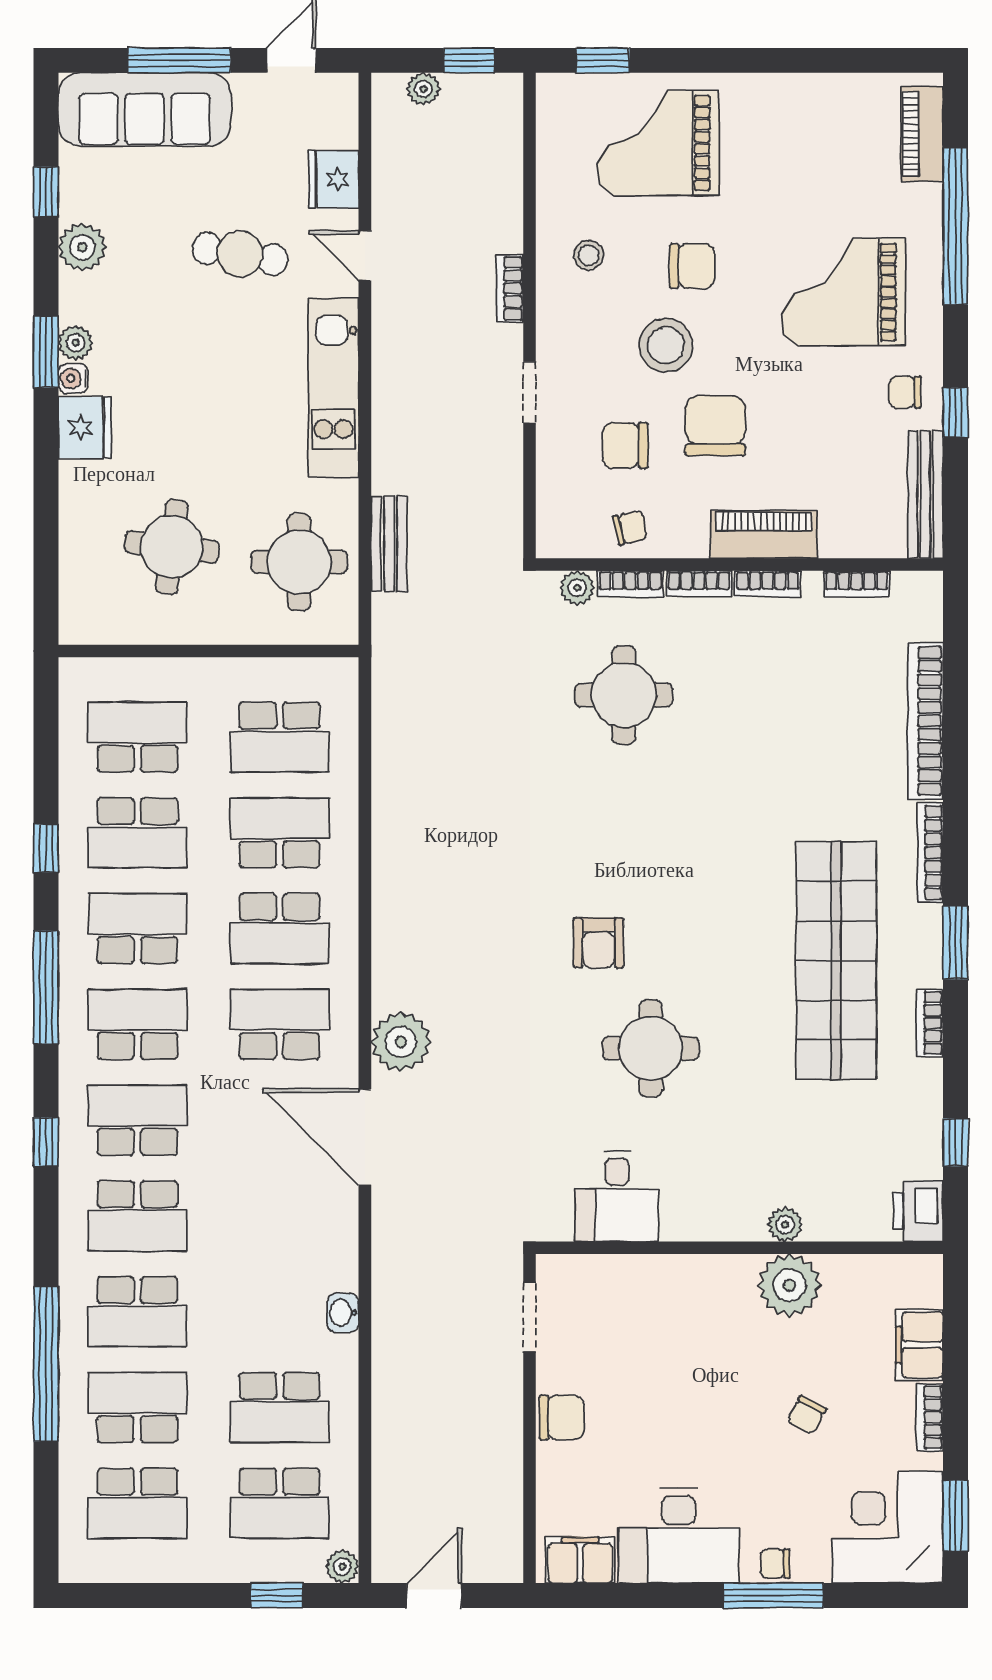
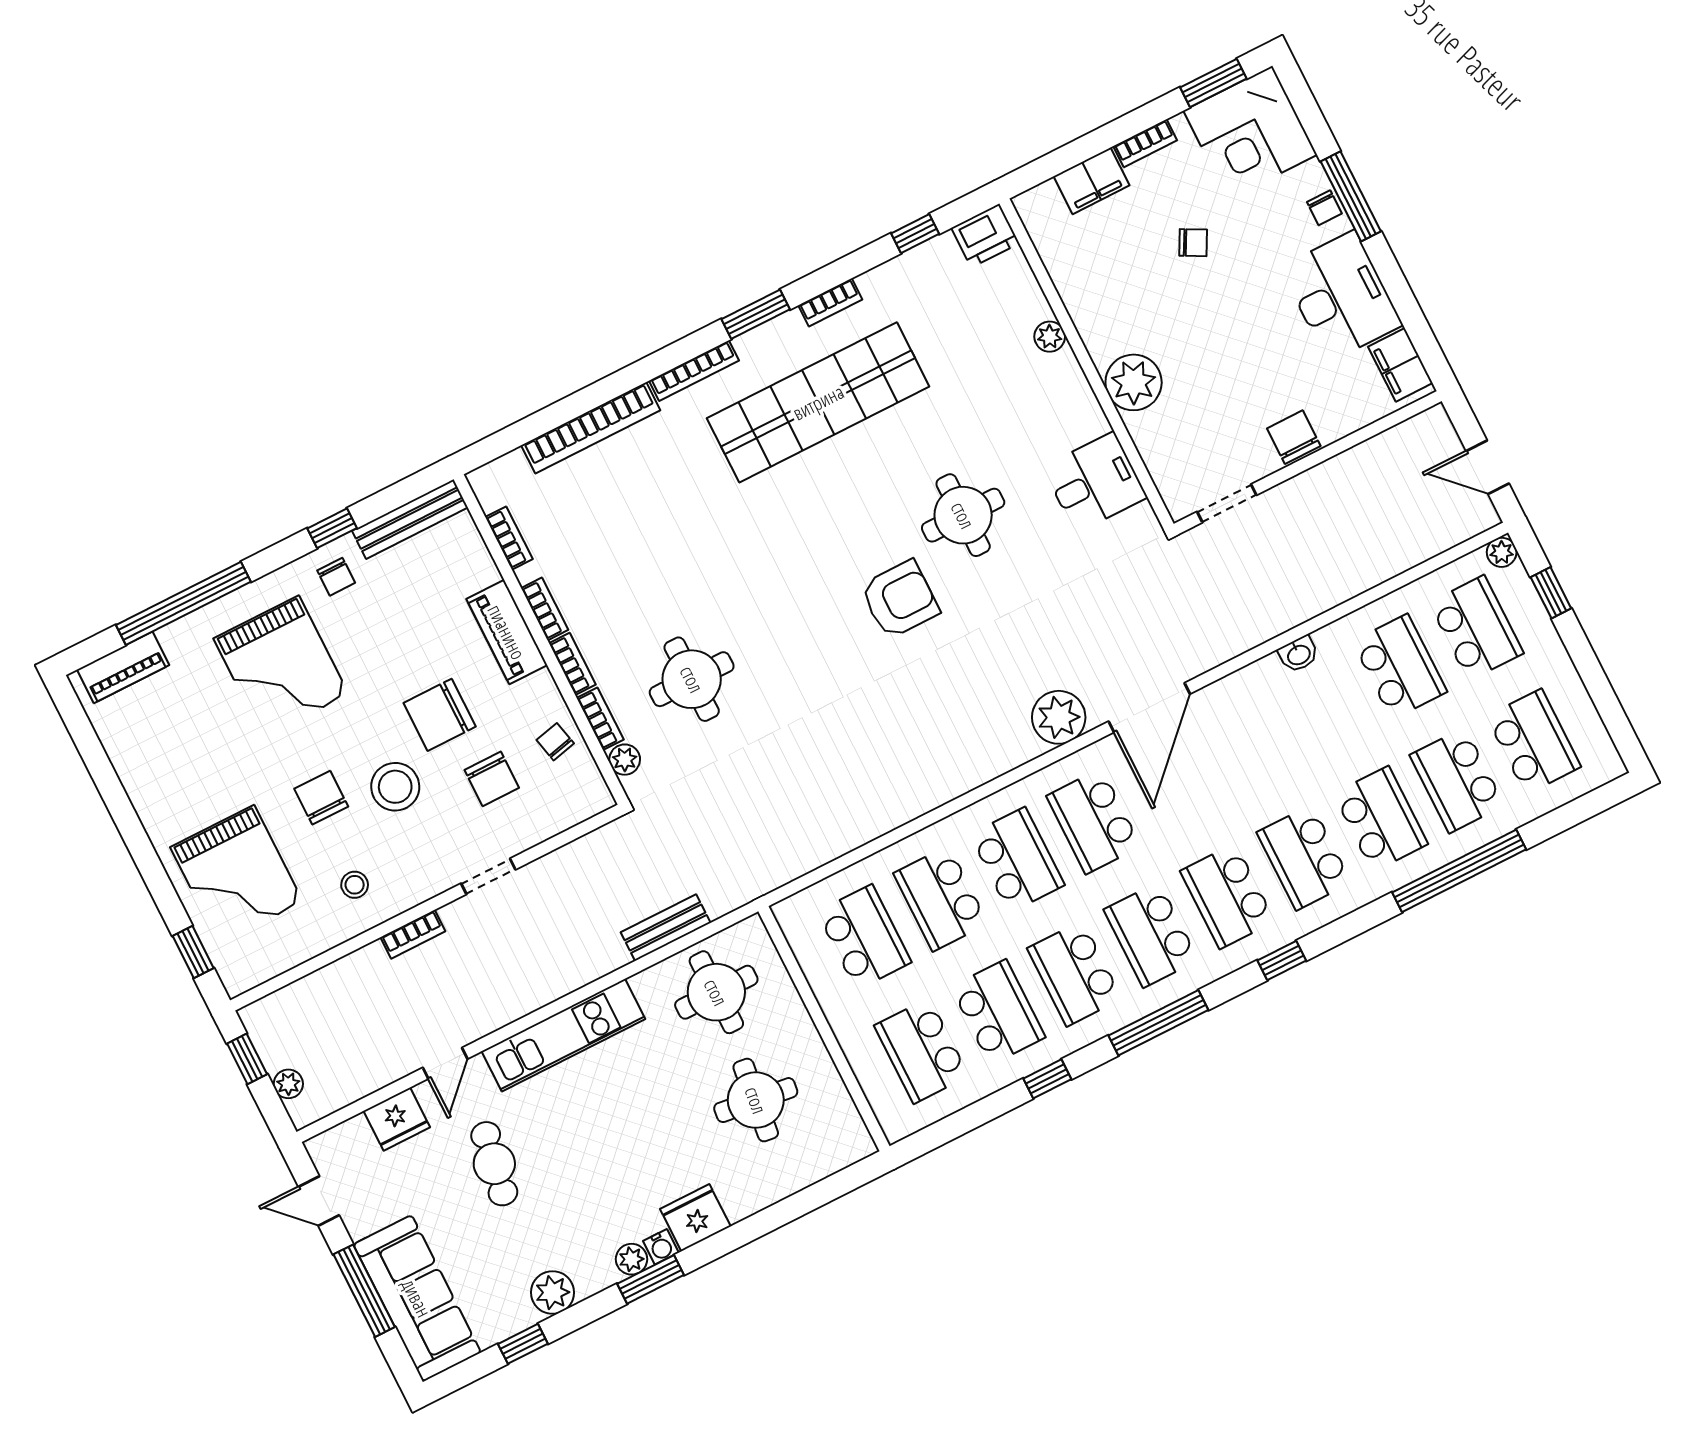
armchair: (599, 943) -> (900, 599), width x1.38, depth x1.38
school desk: (137, 1216) -> (1304, 858), turned 180
plant: (789, 1285) -> (1134, 382), moved

